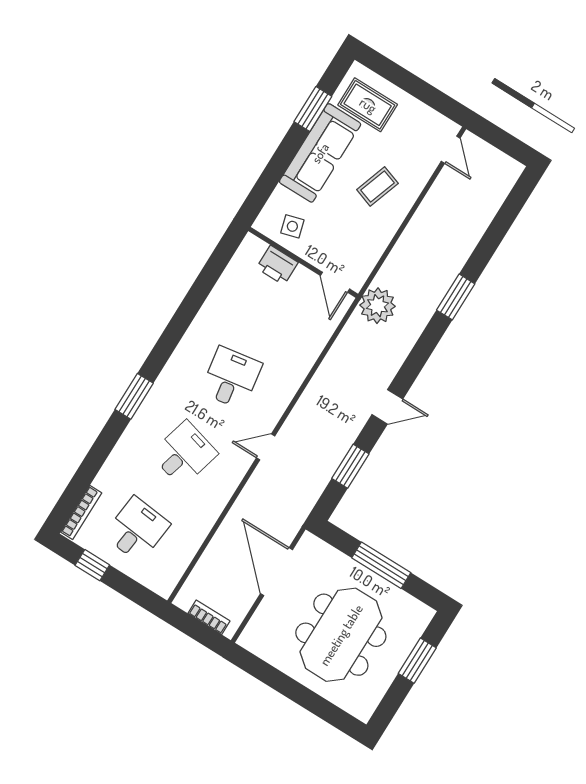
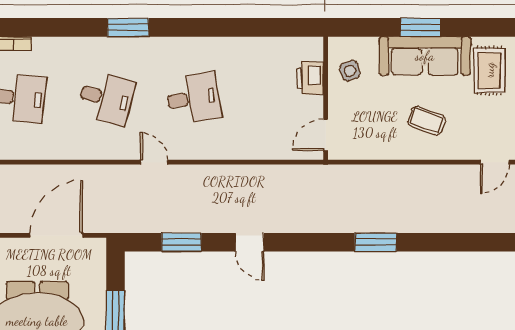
window: (313, 109) -> (420, 27), moved
plant: (378, 306) -> (328, 182), removed

